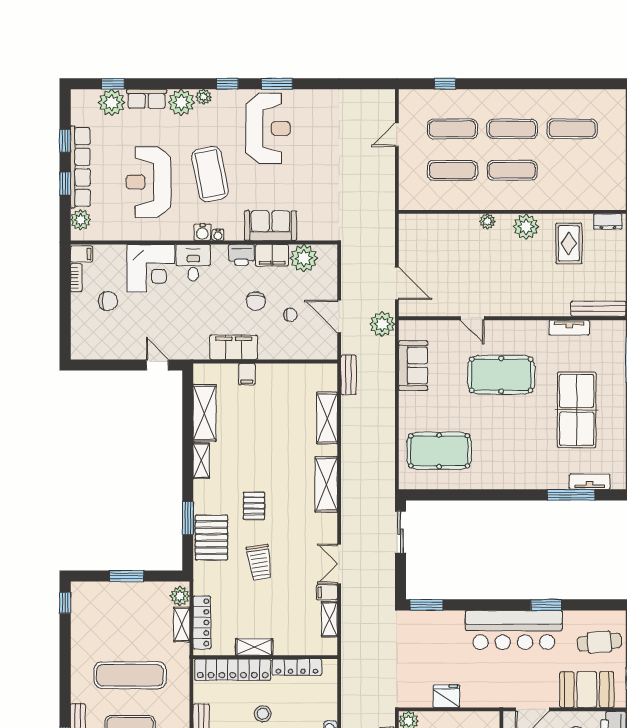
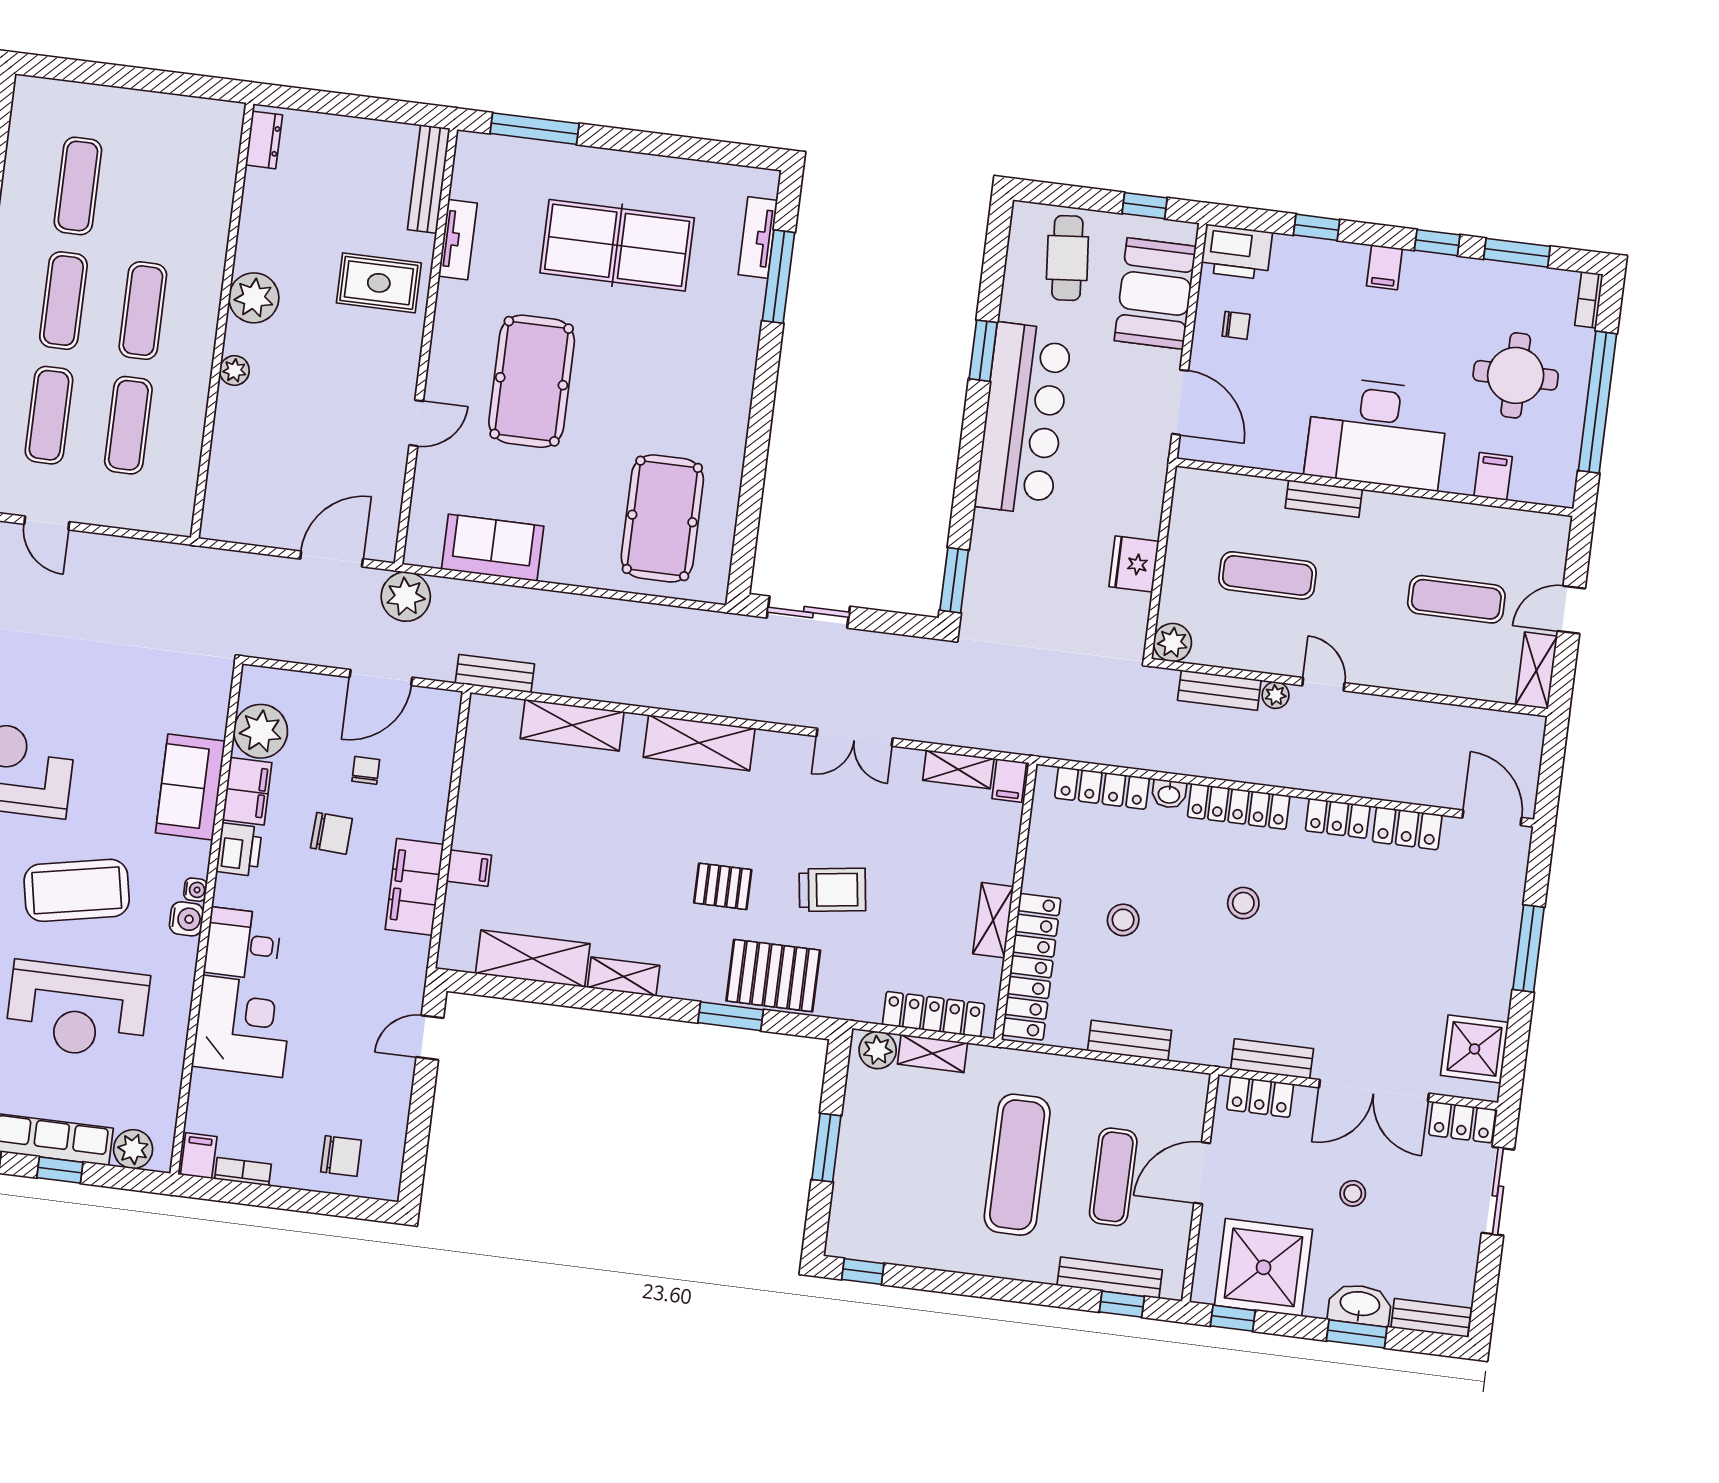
rug: (569, 243) -> (379, 283), moved
chair: (108, 301) -> (341, 1156), moved, turned 90
filing cabinet: (327, 592) -> (1009, 781), moved
locker: (297, 667) -> (1102, 788), moved, turned 90

